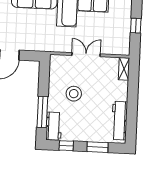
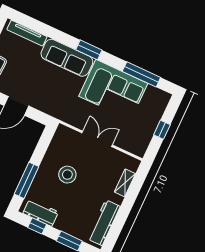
shelving: (124, 69) -> (125, 183), moved
workbench: (54, 126) -> (41, 213), moved, turned -90

